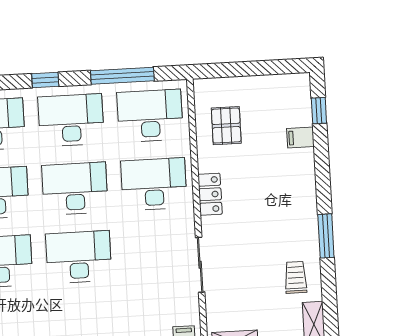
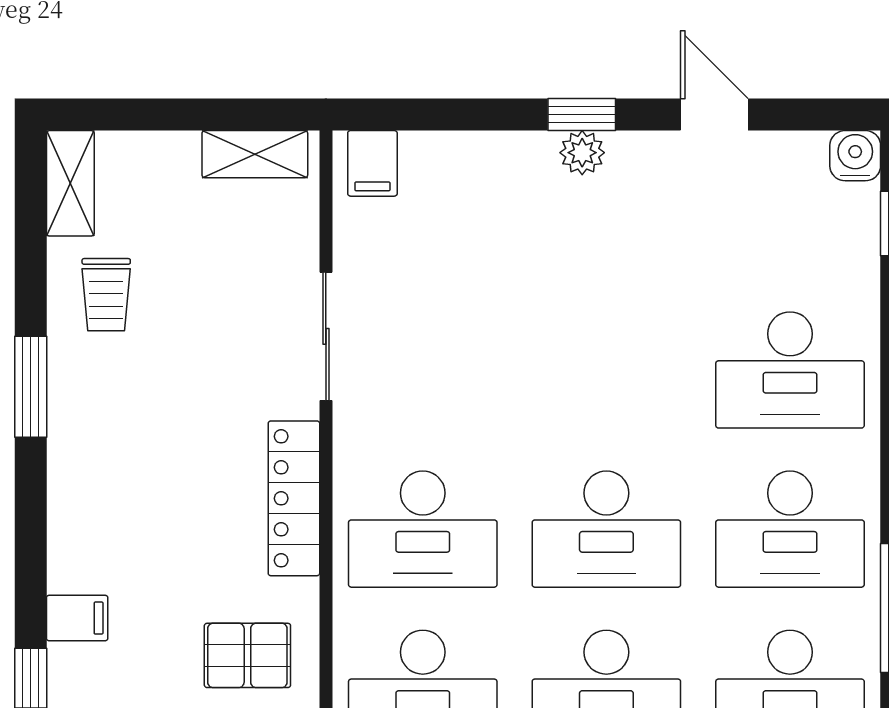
pallet: (226, 126) -> (247, 655), turned 90
locker: (210, 194) -> (294, 498), width x1.53
desk: (79, 257) -> (606, 370), removed

